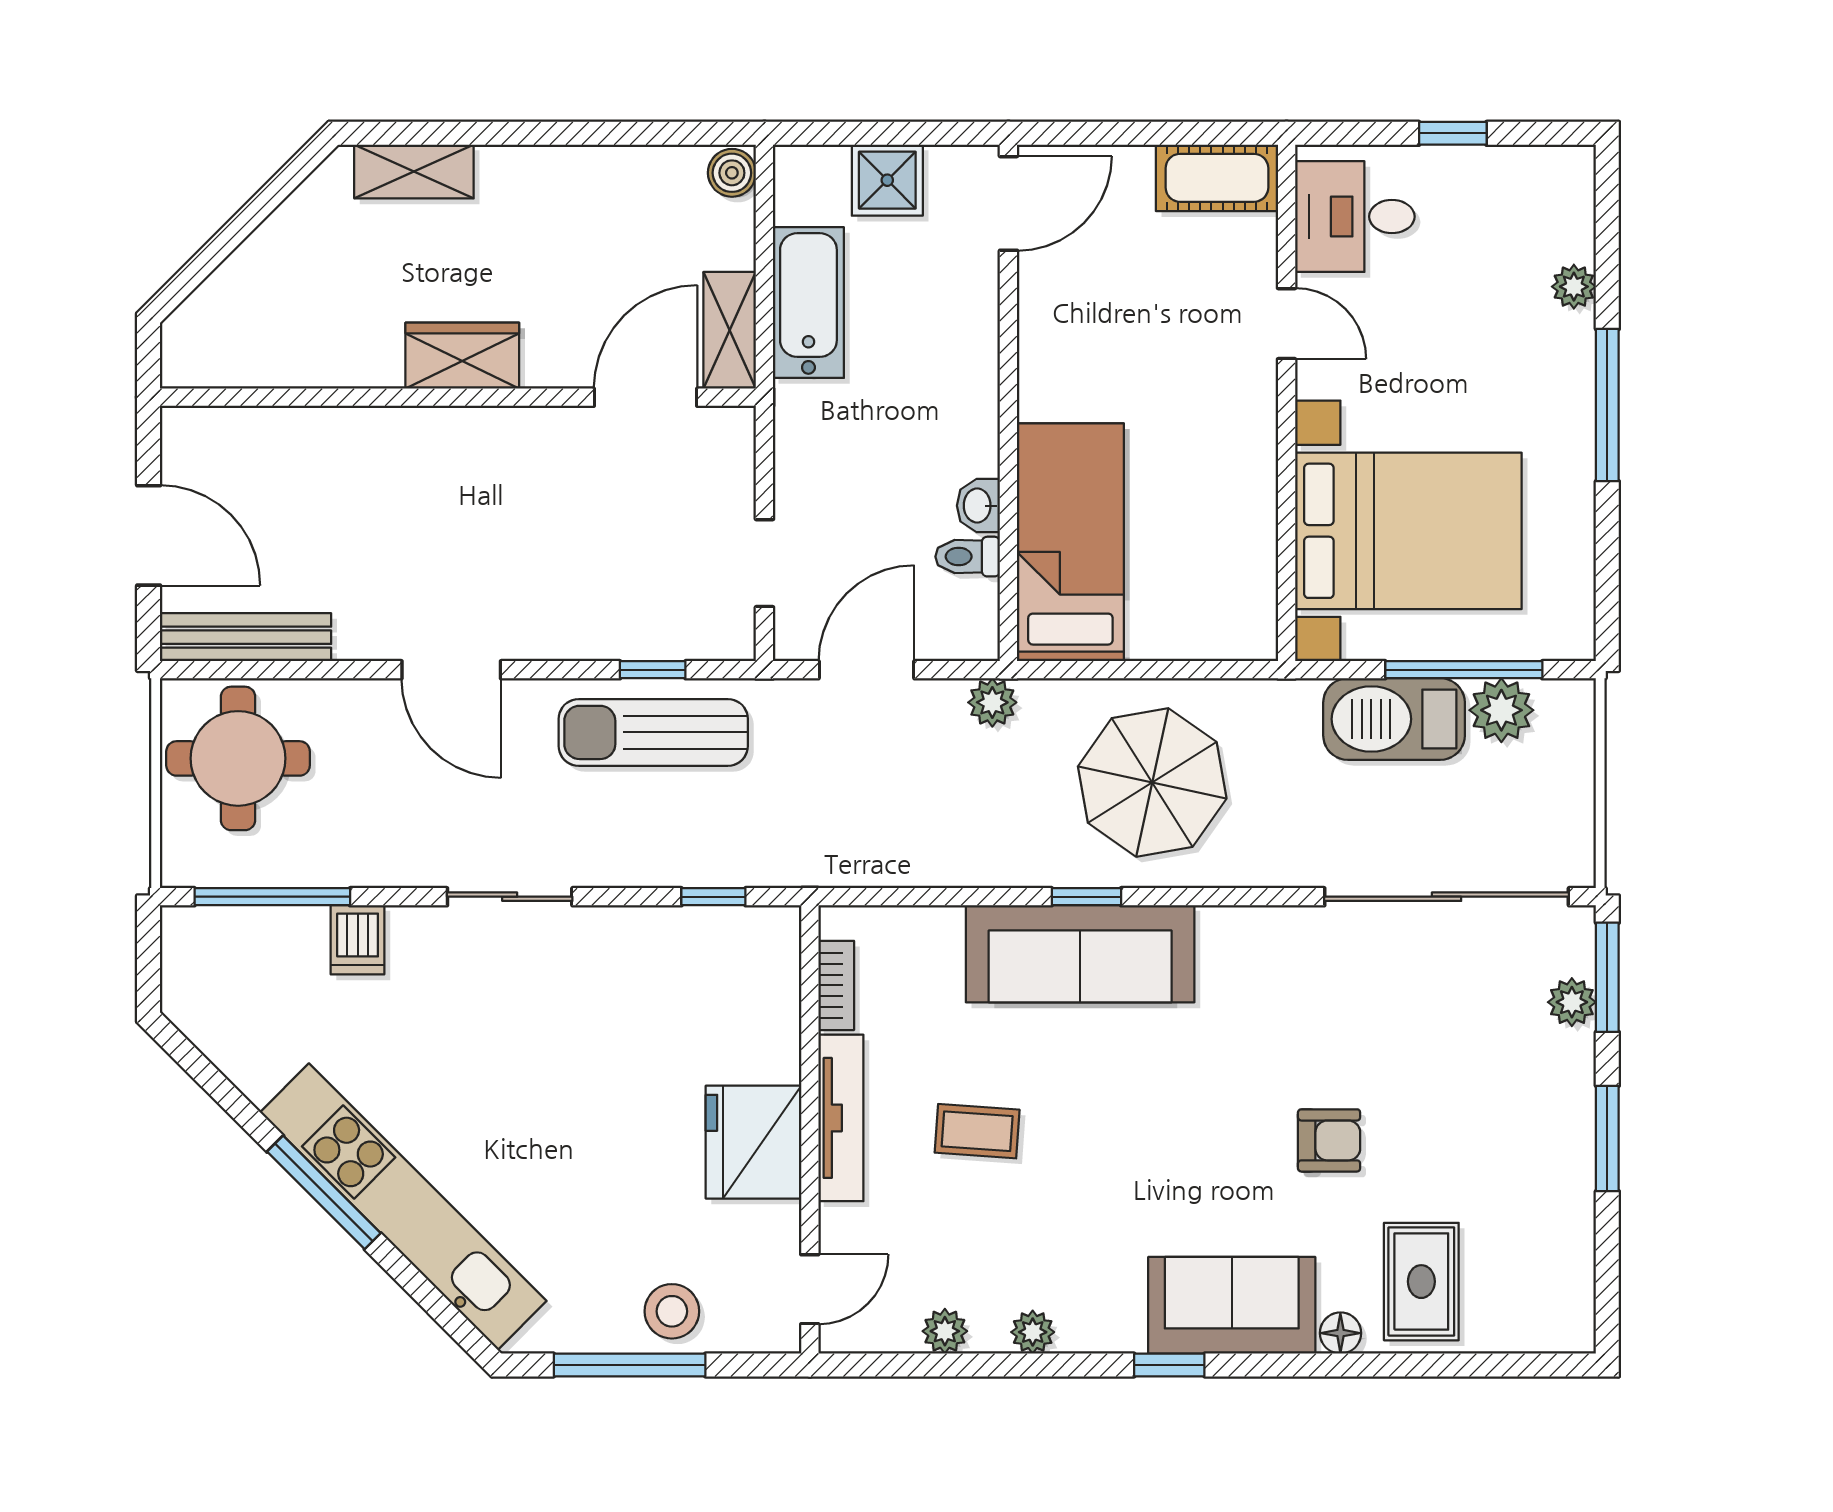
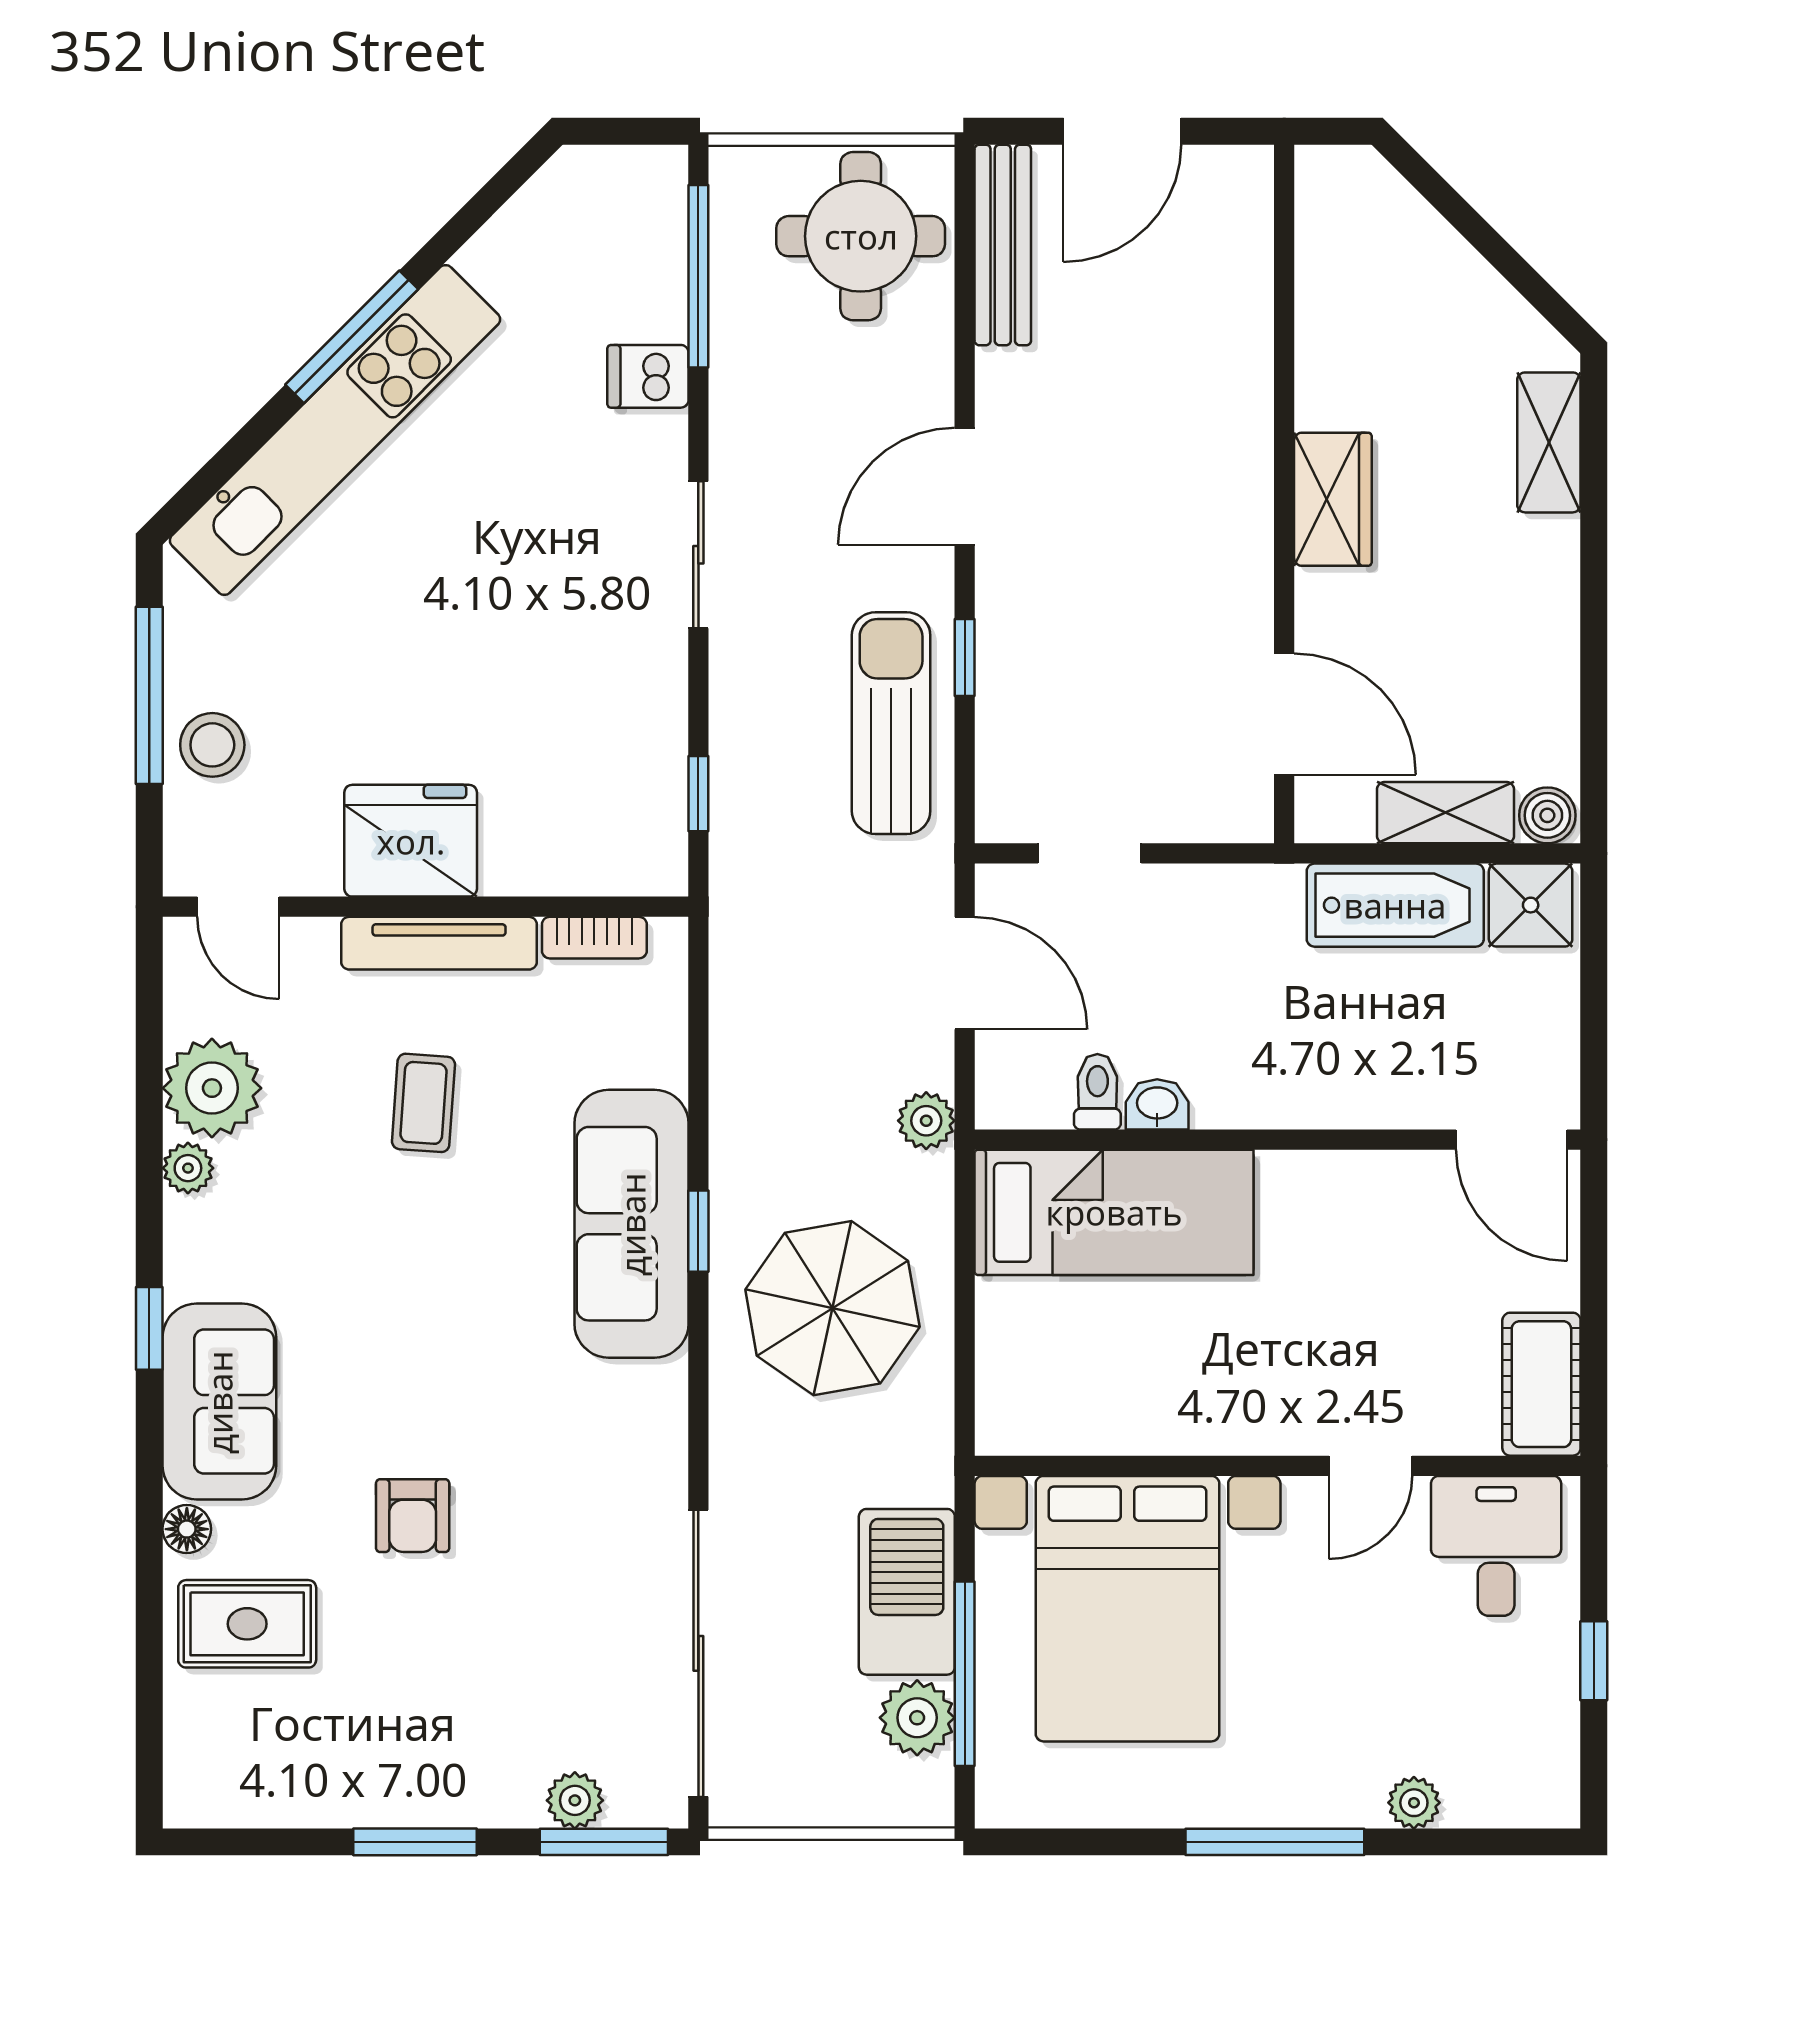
shower: (887, 180) -> (1531, 905), moved
shelving: (730, 330) -> (1445, 813), moved
window: (653, 670) -> (965, 657), moved
plant: (945, 1331) -> (212, 1088), width x1.88, depth x1.88

